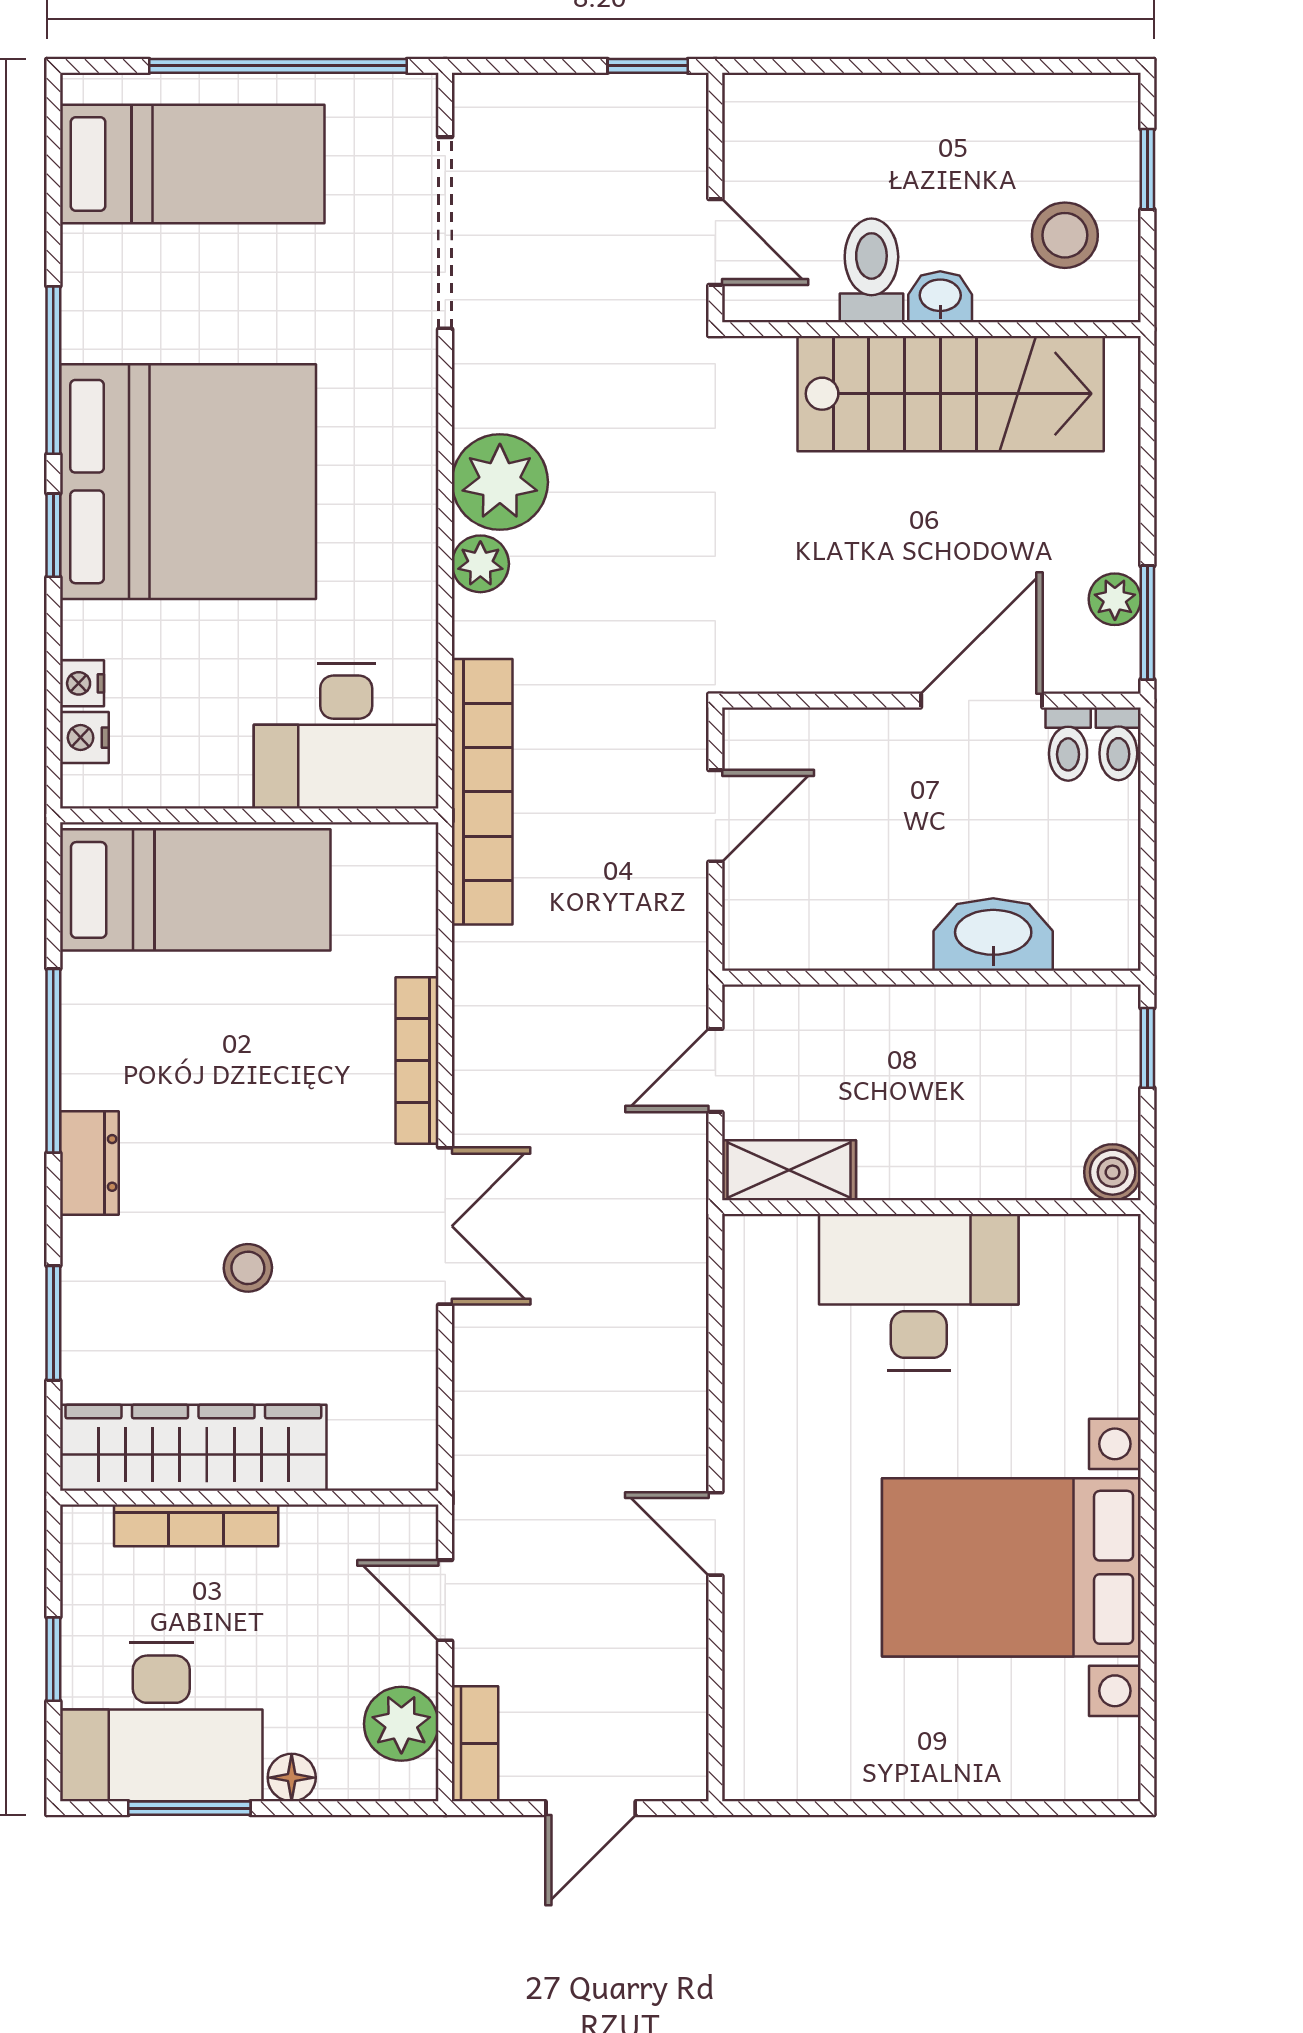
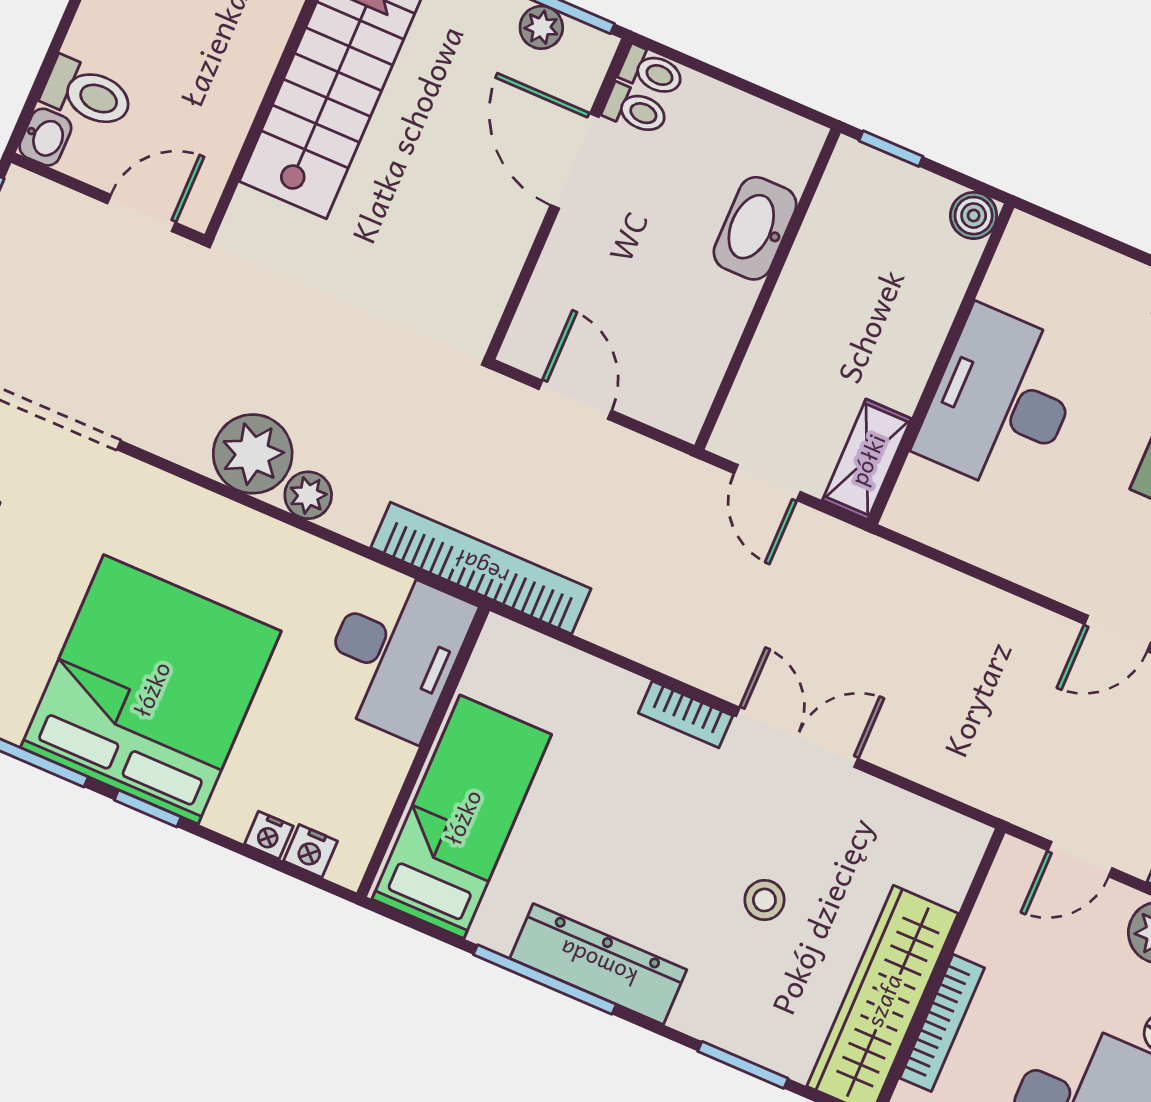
toilet: (871, 270) -> (88, 94), moved, turned 180
washbasin: (940, 297) -> (45, 137), moved, turned 180
bookcase: (417, 1061) -> (686, 714), width x0.64
dresser: (89, 1163) -> (598, 964), width x1.96, depth x1.24

